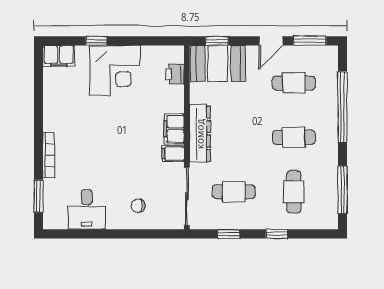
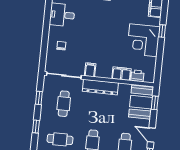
filing cabinet: (174, 129) -> (122, 74), moved

